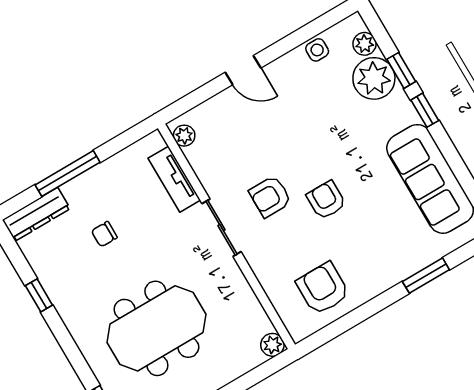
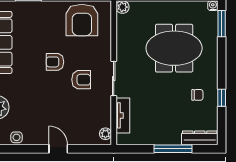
armchair: (326, 200) -> (55, 62), turned 90
chair: (104, 234) -> (197, 95), moved
armchair: (323, 288) -> (82, 20), width x1.36, depth x1.36

